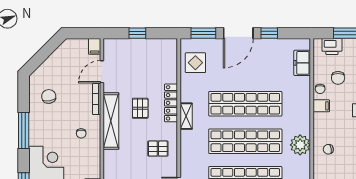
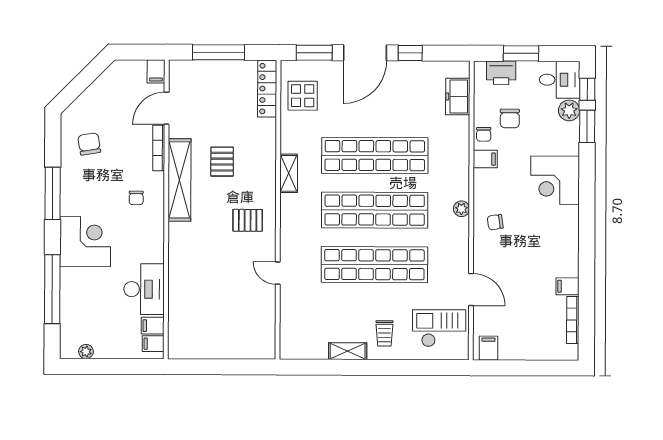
window: (137, 33) -> (218, 52), width x2.17
locker: (171, 103) -> (267, 89), moved
plant: (300, 145) -> (461, 209), width x0.53, depth x0.53

